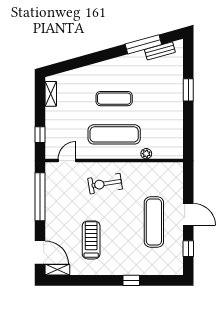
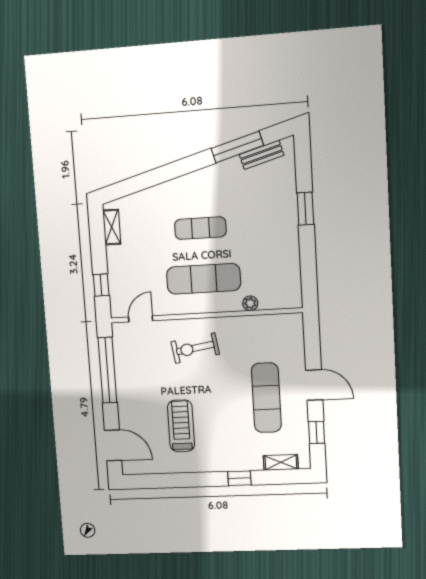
shelving: (57, 270) -> (281, 462), moved

